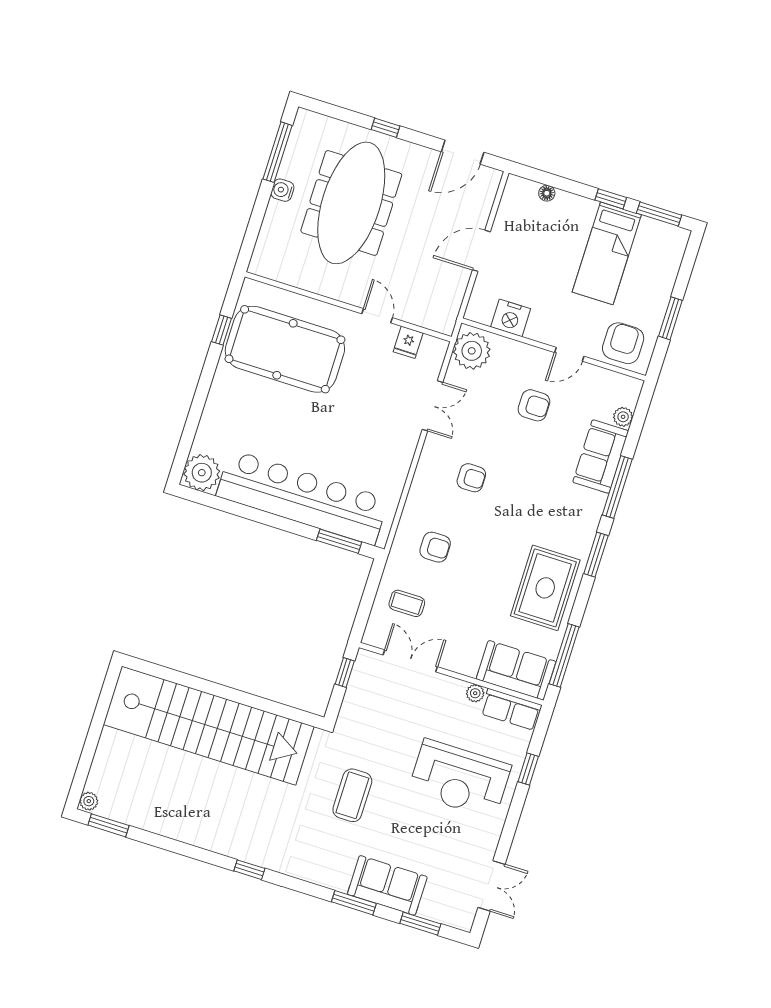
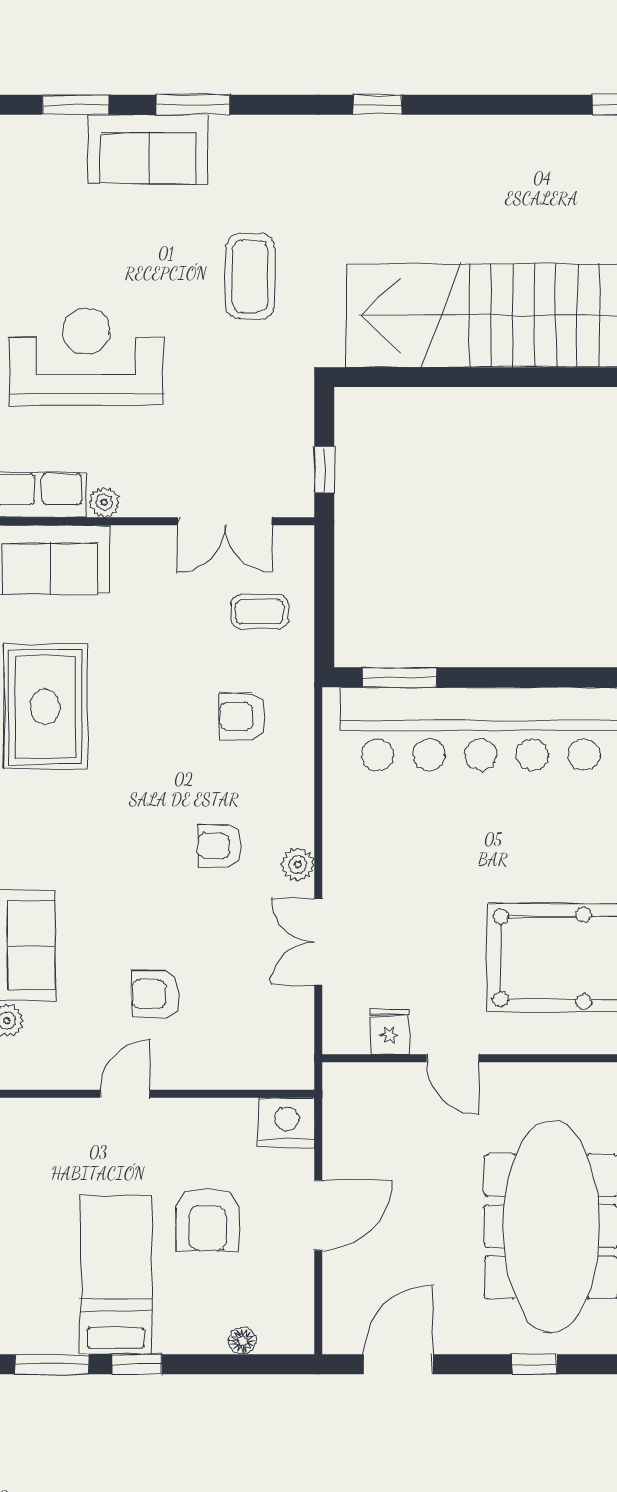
nightstand: (511, 318) -> (287, 1123), moved
armchair: (623, 343) -> (208, 1220), moved
plant: (472, 351) -> (298, 864), moved, width x0.53, depth x0.53

